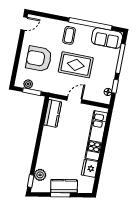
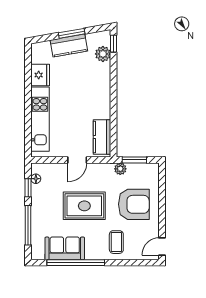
coffee table: (69, 35) -> (116, 242), moved
sofa: (107, 38) -> (65, 248), moved
plant: (28, 84) -> (120, 169), moved

